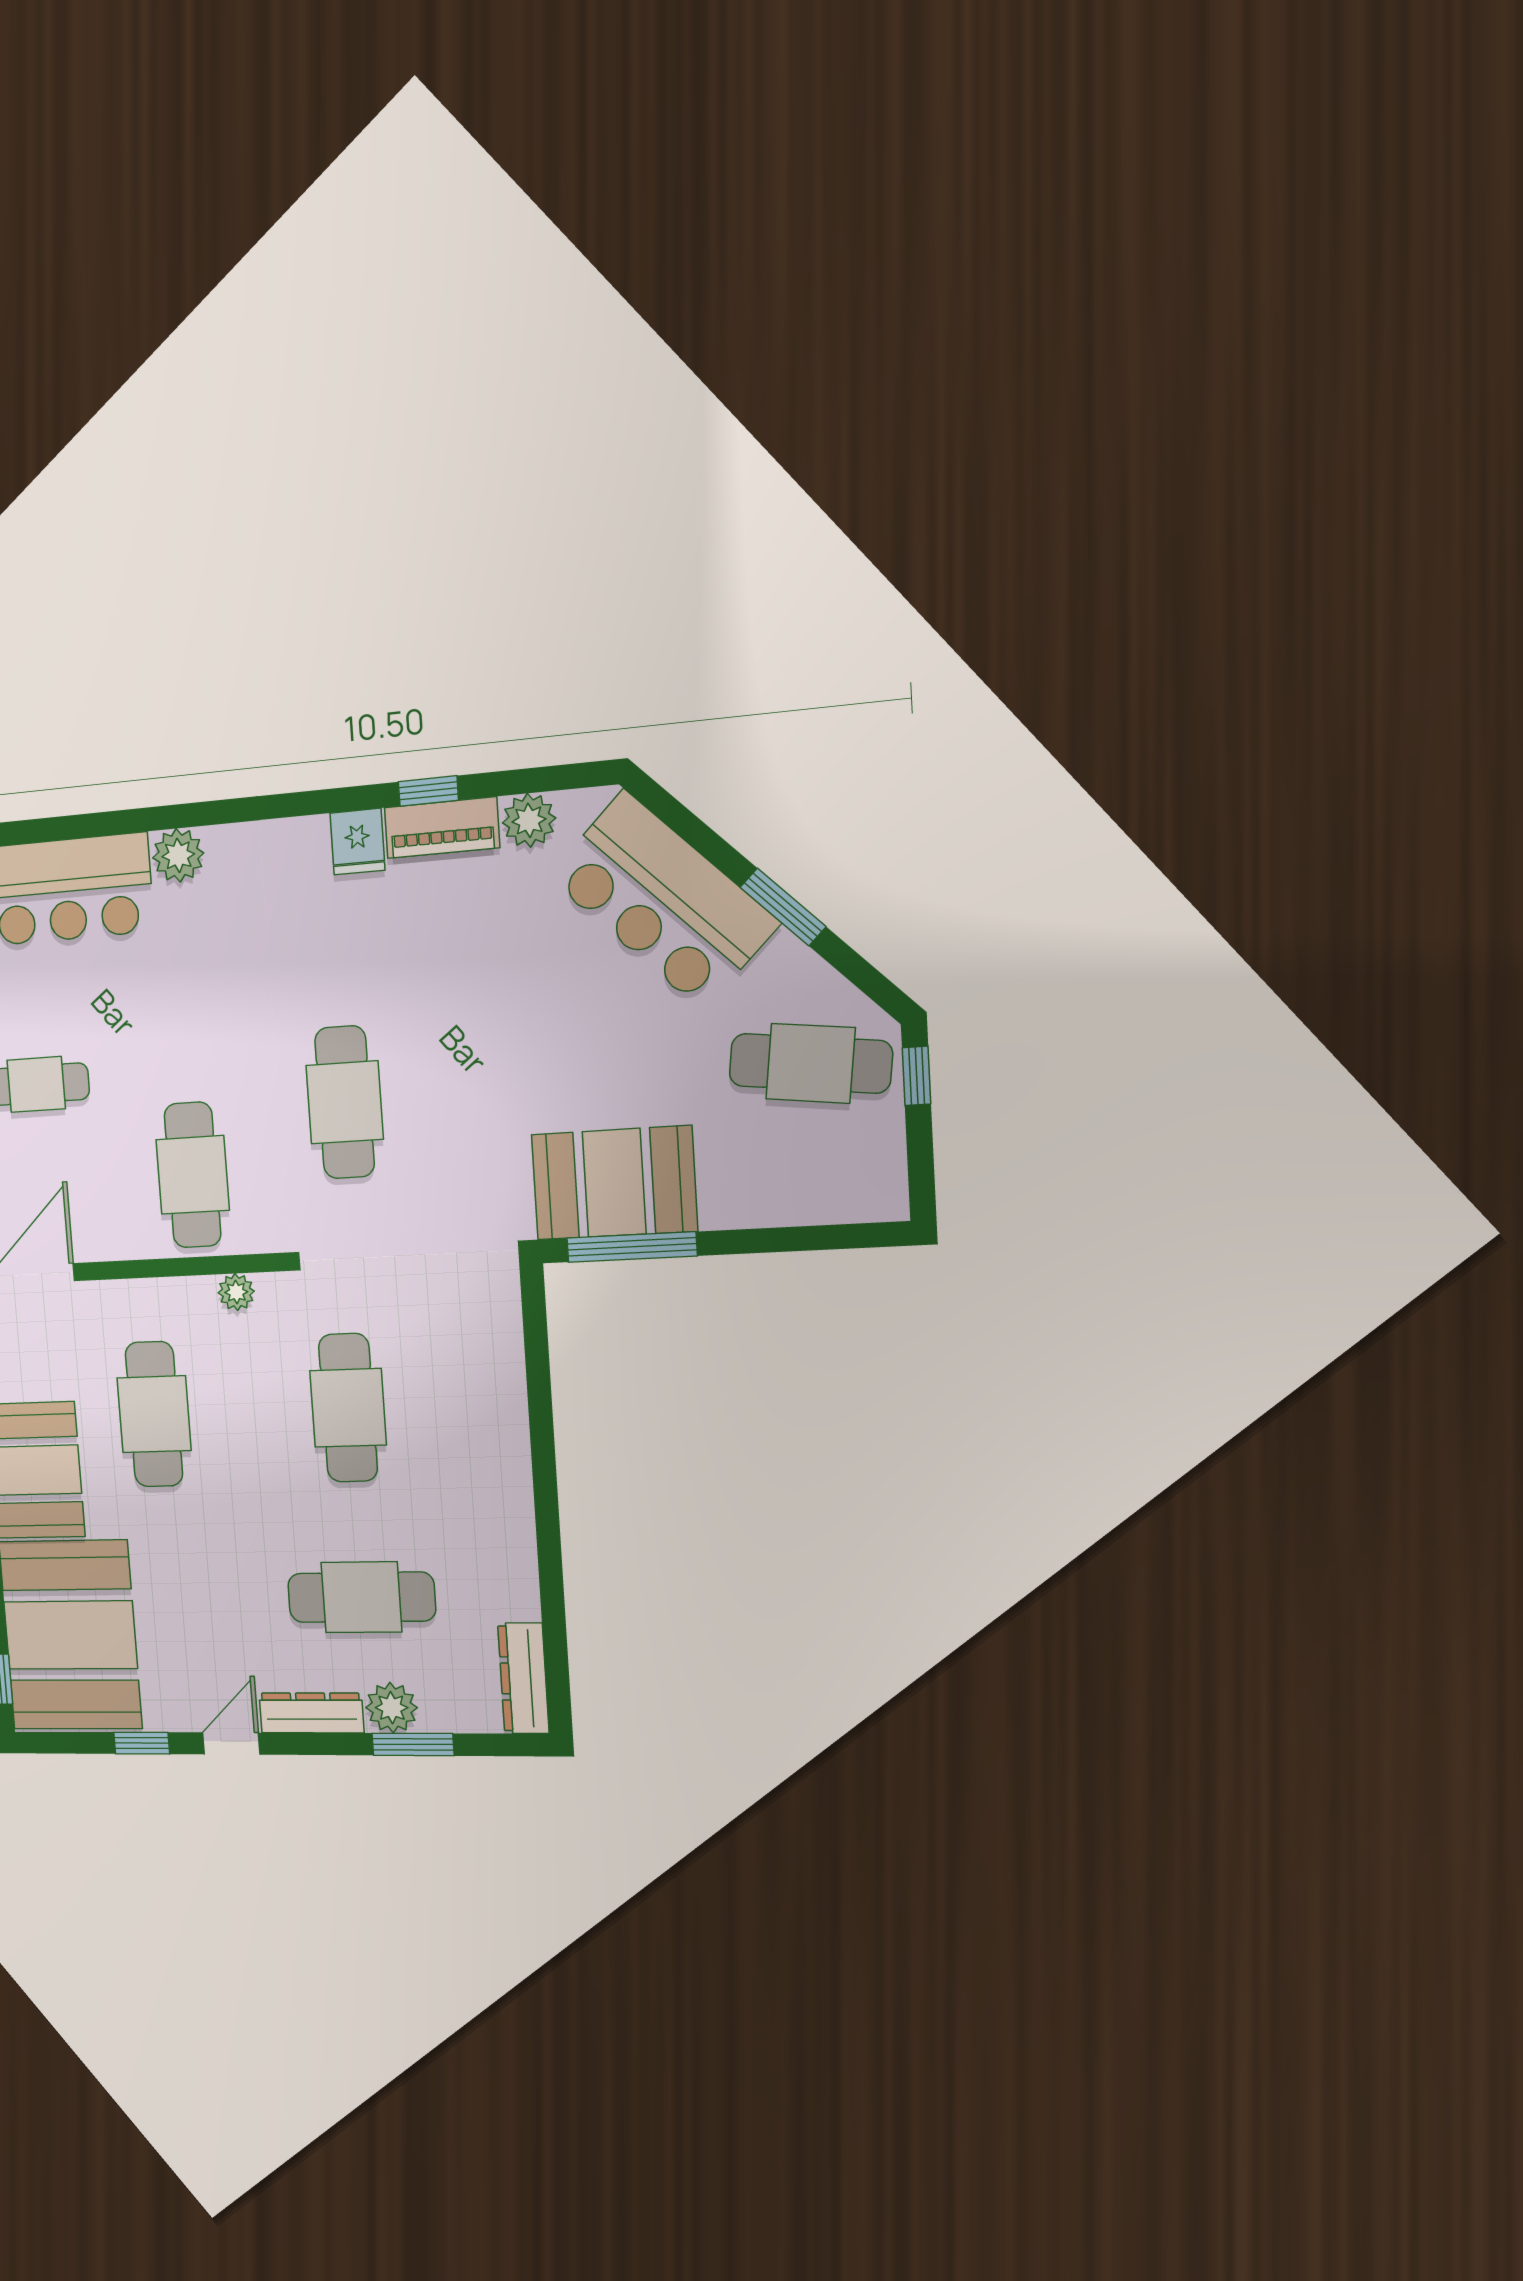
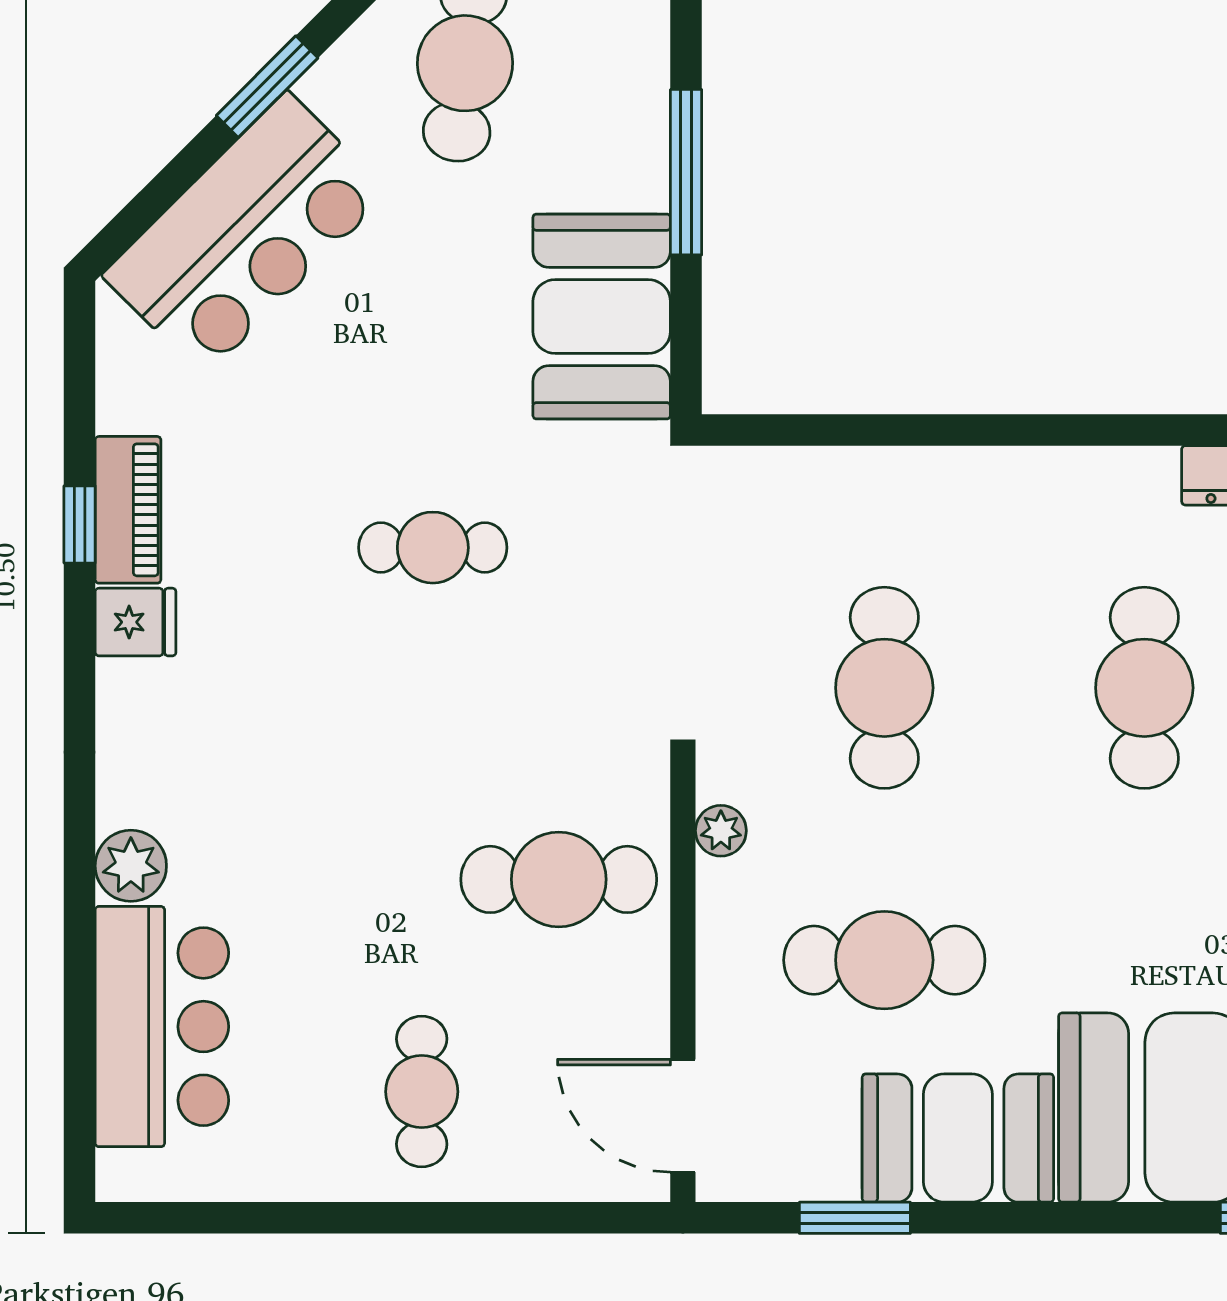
plant: (529, 820) -> (130, 397), removed
cafe table: (345, 1102) -> (433, 548), moved, width x0.73, depth x0.74
window: (632, 1247) -> (686, 172), moved
cafe table: (348, 1408) -> (884, 688), turned 90

